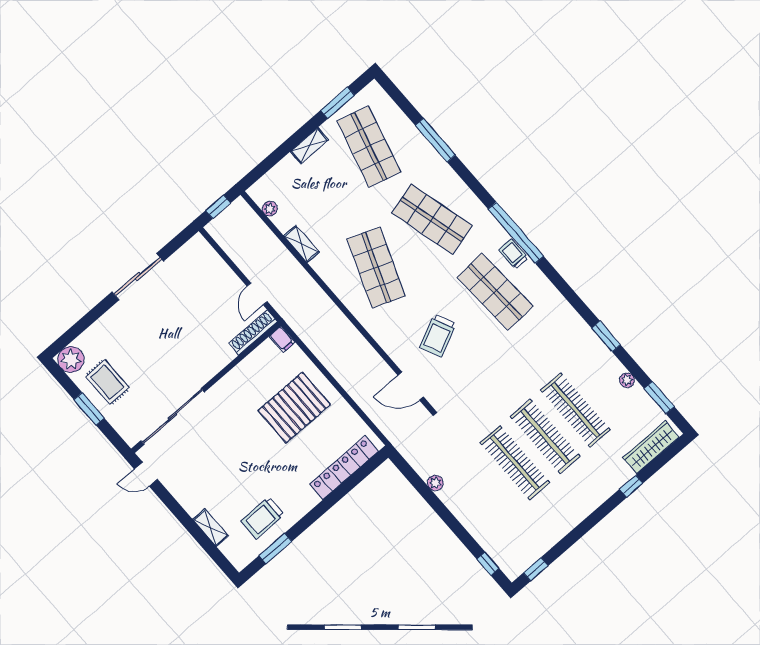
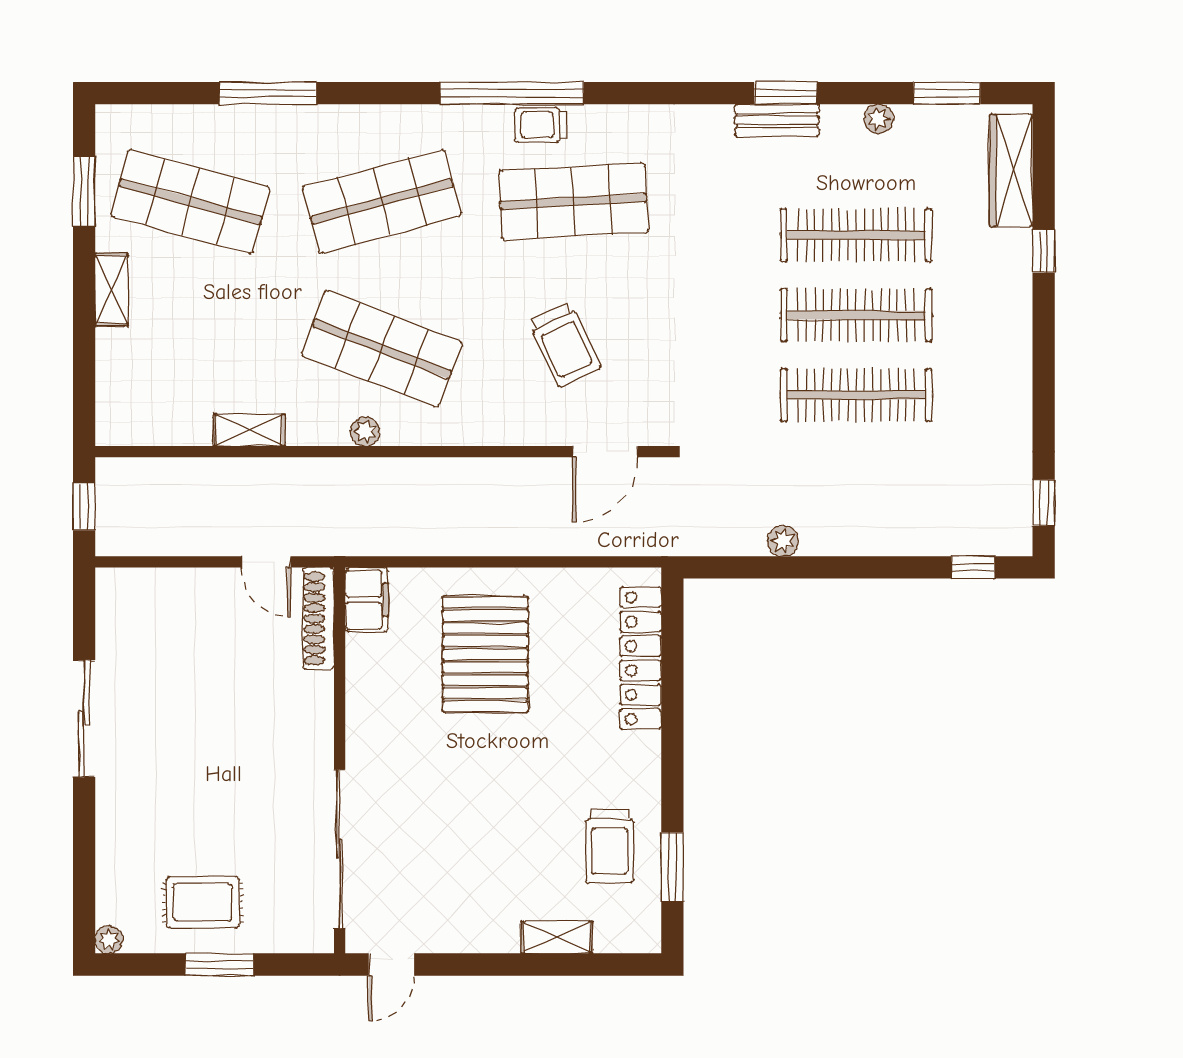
plant: (270, 209) -> (365, 431), moved
filing cabinet: (282, 339) -> (367, 600), width x2.00
bench: (593, 342) -> (777, 120), added
plant: (71, 359) -> (109, 940), width x0.53, depth x0.53

